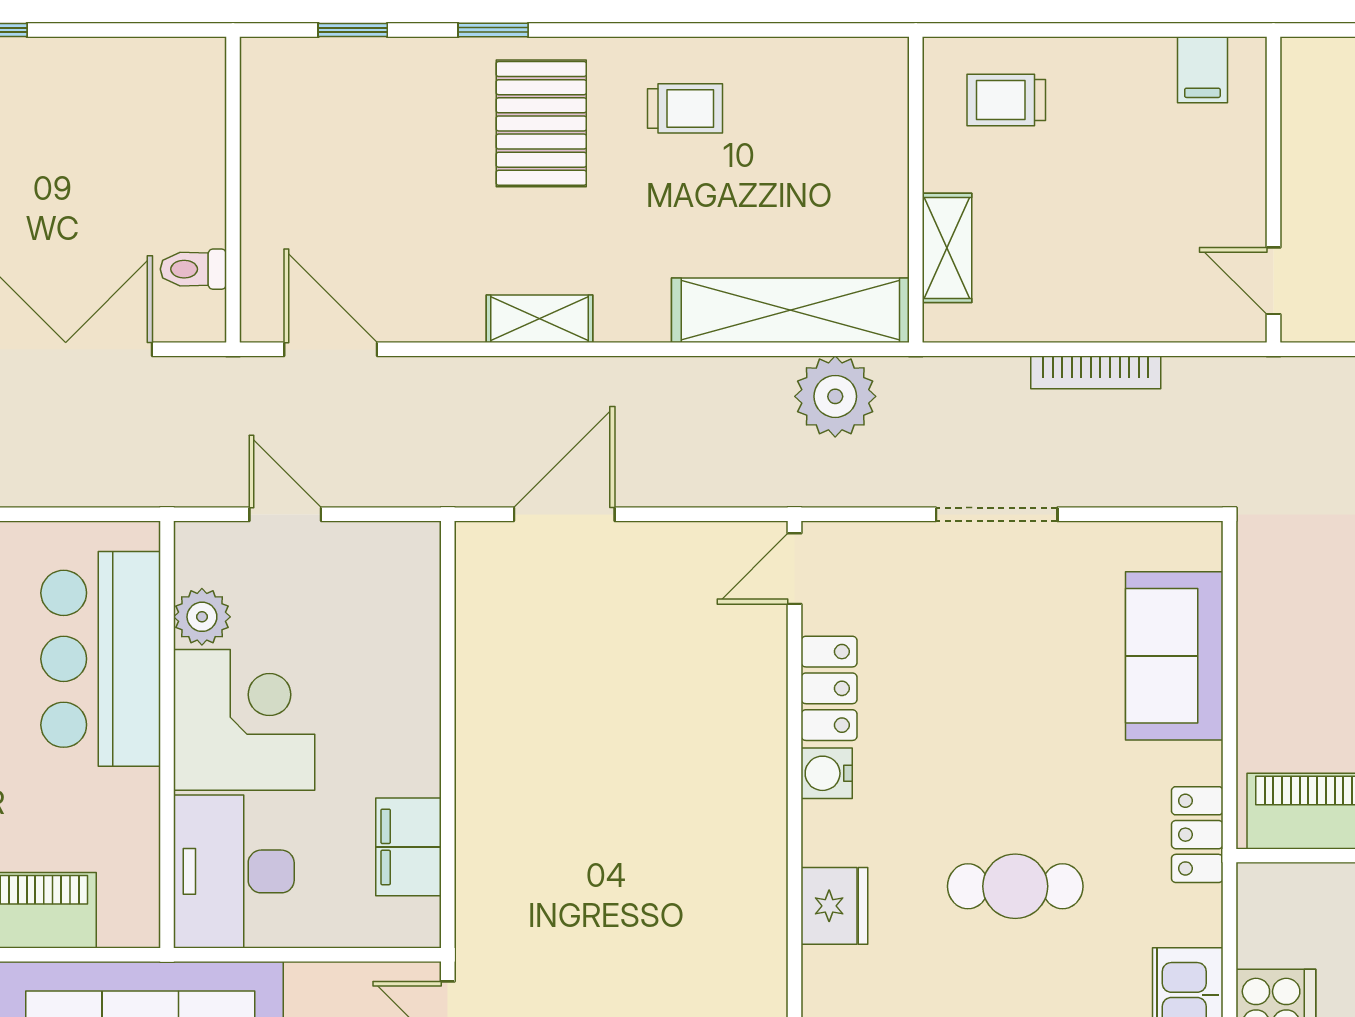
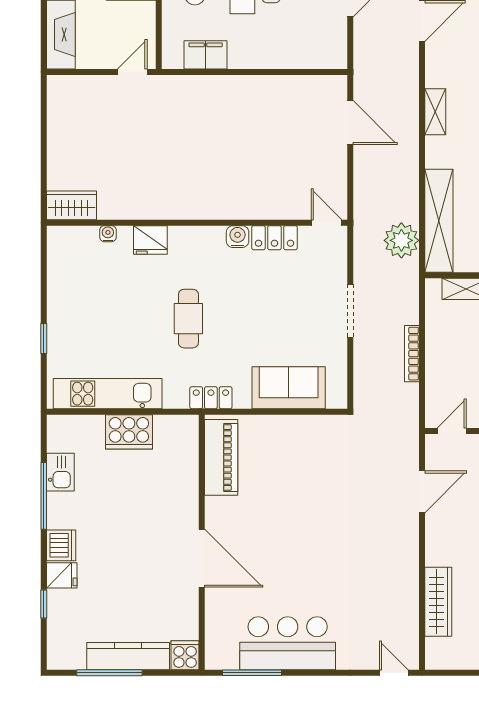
fridge: (834, 906) -> (150, 240), moved

